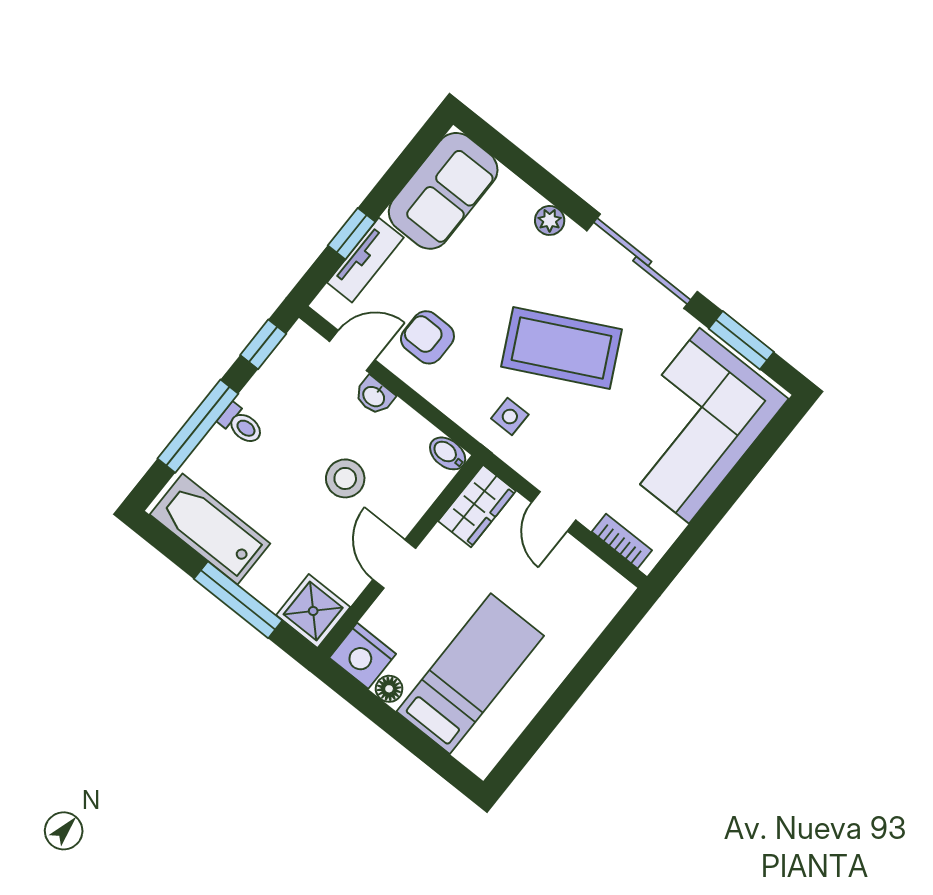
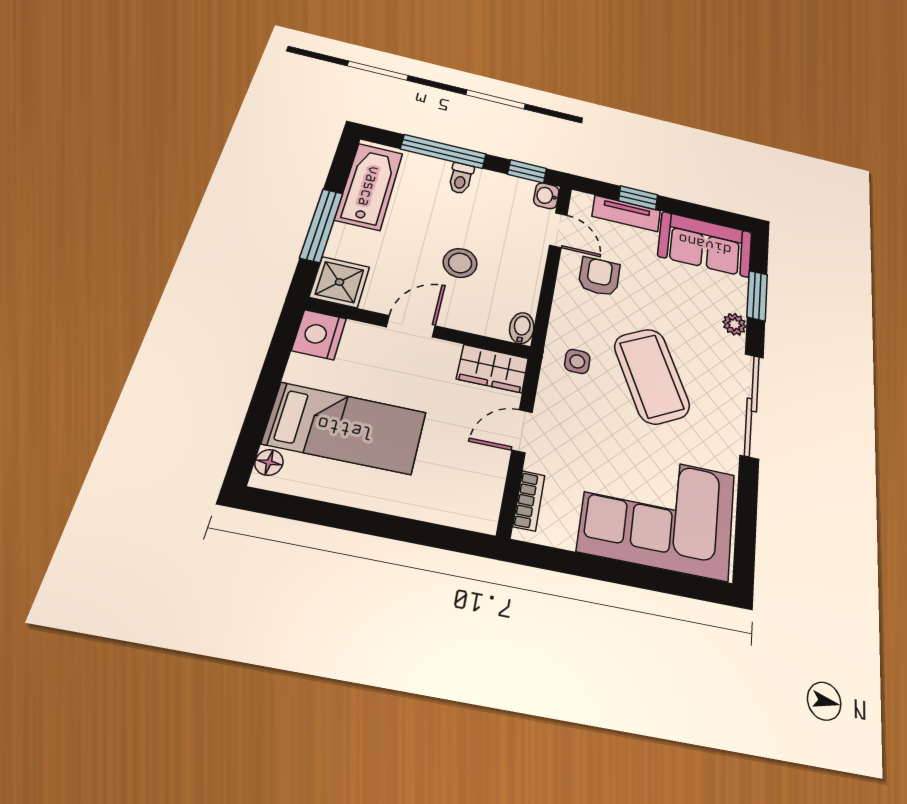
window: (741, 340) -> (757, 296), moved
washbasin: (374, 396) -> (546, 196), moved
floor lamp: (389, 689) -> (269, 462), moved

